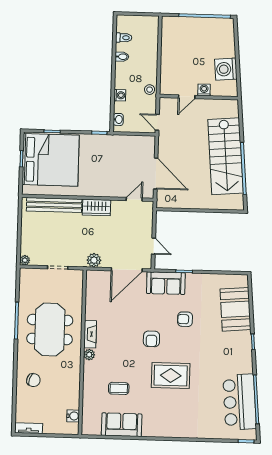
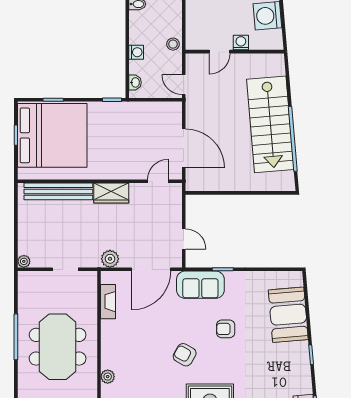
fireplace: (90, 334) -> (108, 302), moved
armchair: (151, 339) -> (185, 355), turned 119

